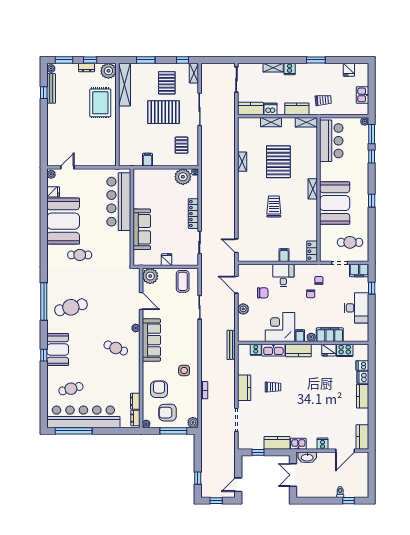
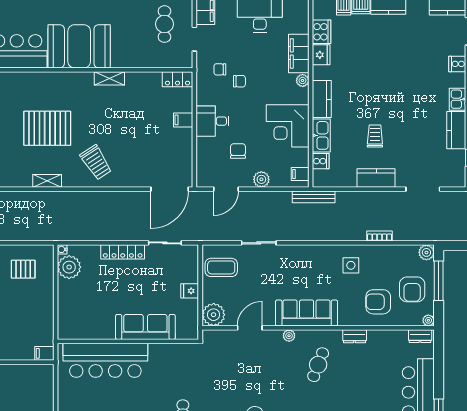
filing cabinet: (147, 160) -> (44, 353), moved
shelving: (313, 189) -> (109, 78), moved
booth: (335, 203) -> (79, 46), moved
trolley: (274, 206) -> (96, 162), moved, turned -123
door: (236, 246) -> (170, 189), width x1.88
filing cabinet: (300, 336) -> (300, 174), moved
dresser: (135, 401) -> (355, 336), moved

